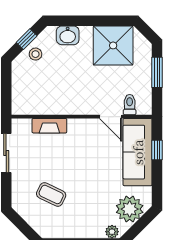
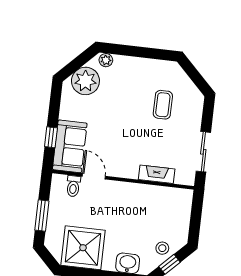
sofa: (138, 152) -> (70, 146), width x0.73
coffee table: (51, 194) -> (163, 105), turned 64

